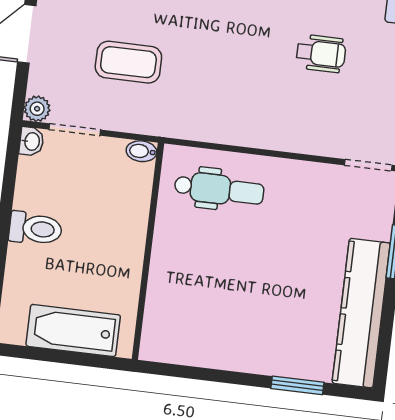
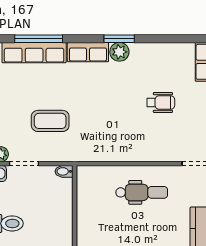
dental chair: (219, 189) -> (142, 192), moved

